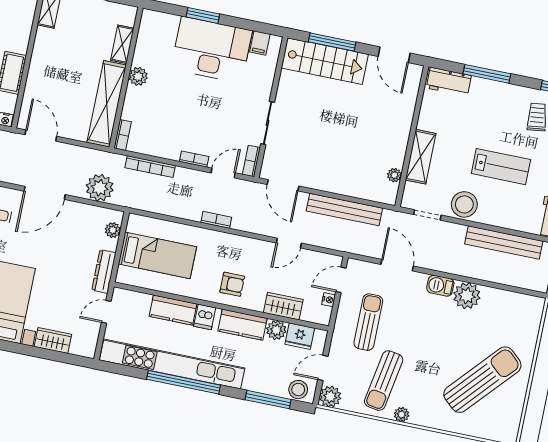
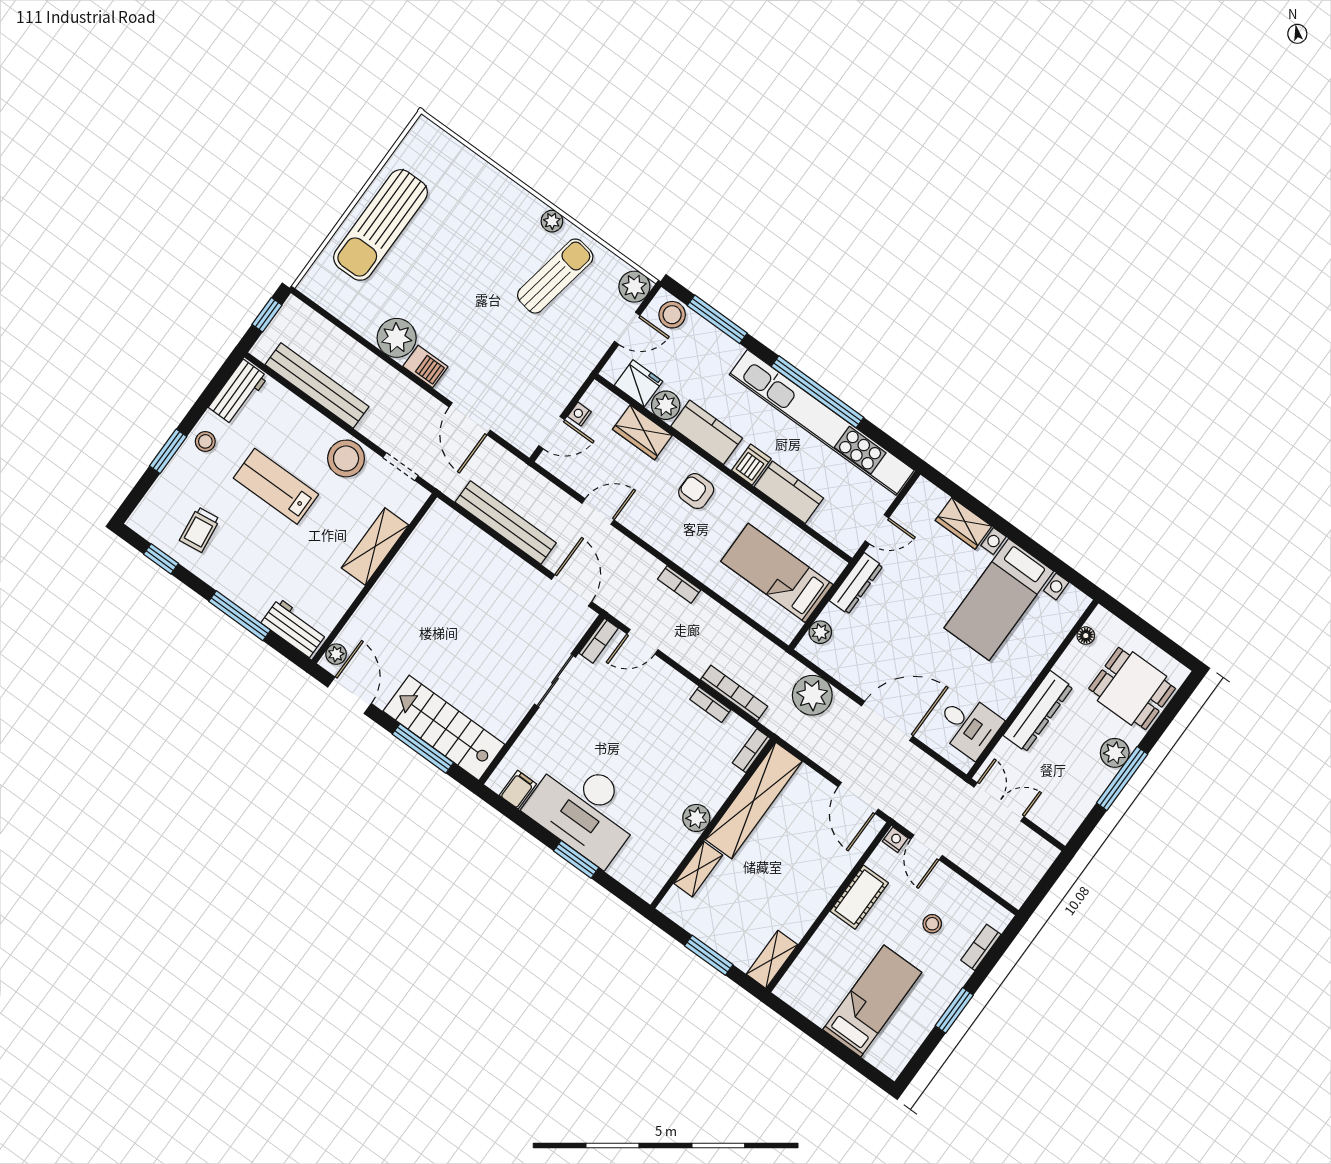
bookcase: (194, 159) -> (710, 705), moved
plant: (394, 175) -> (336, 654), moved
sun lounger: (368, 322) -> (541, 361), removed
sun lounger: (482, 380) -> (380, 225), moved, turned -42

